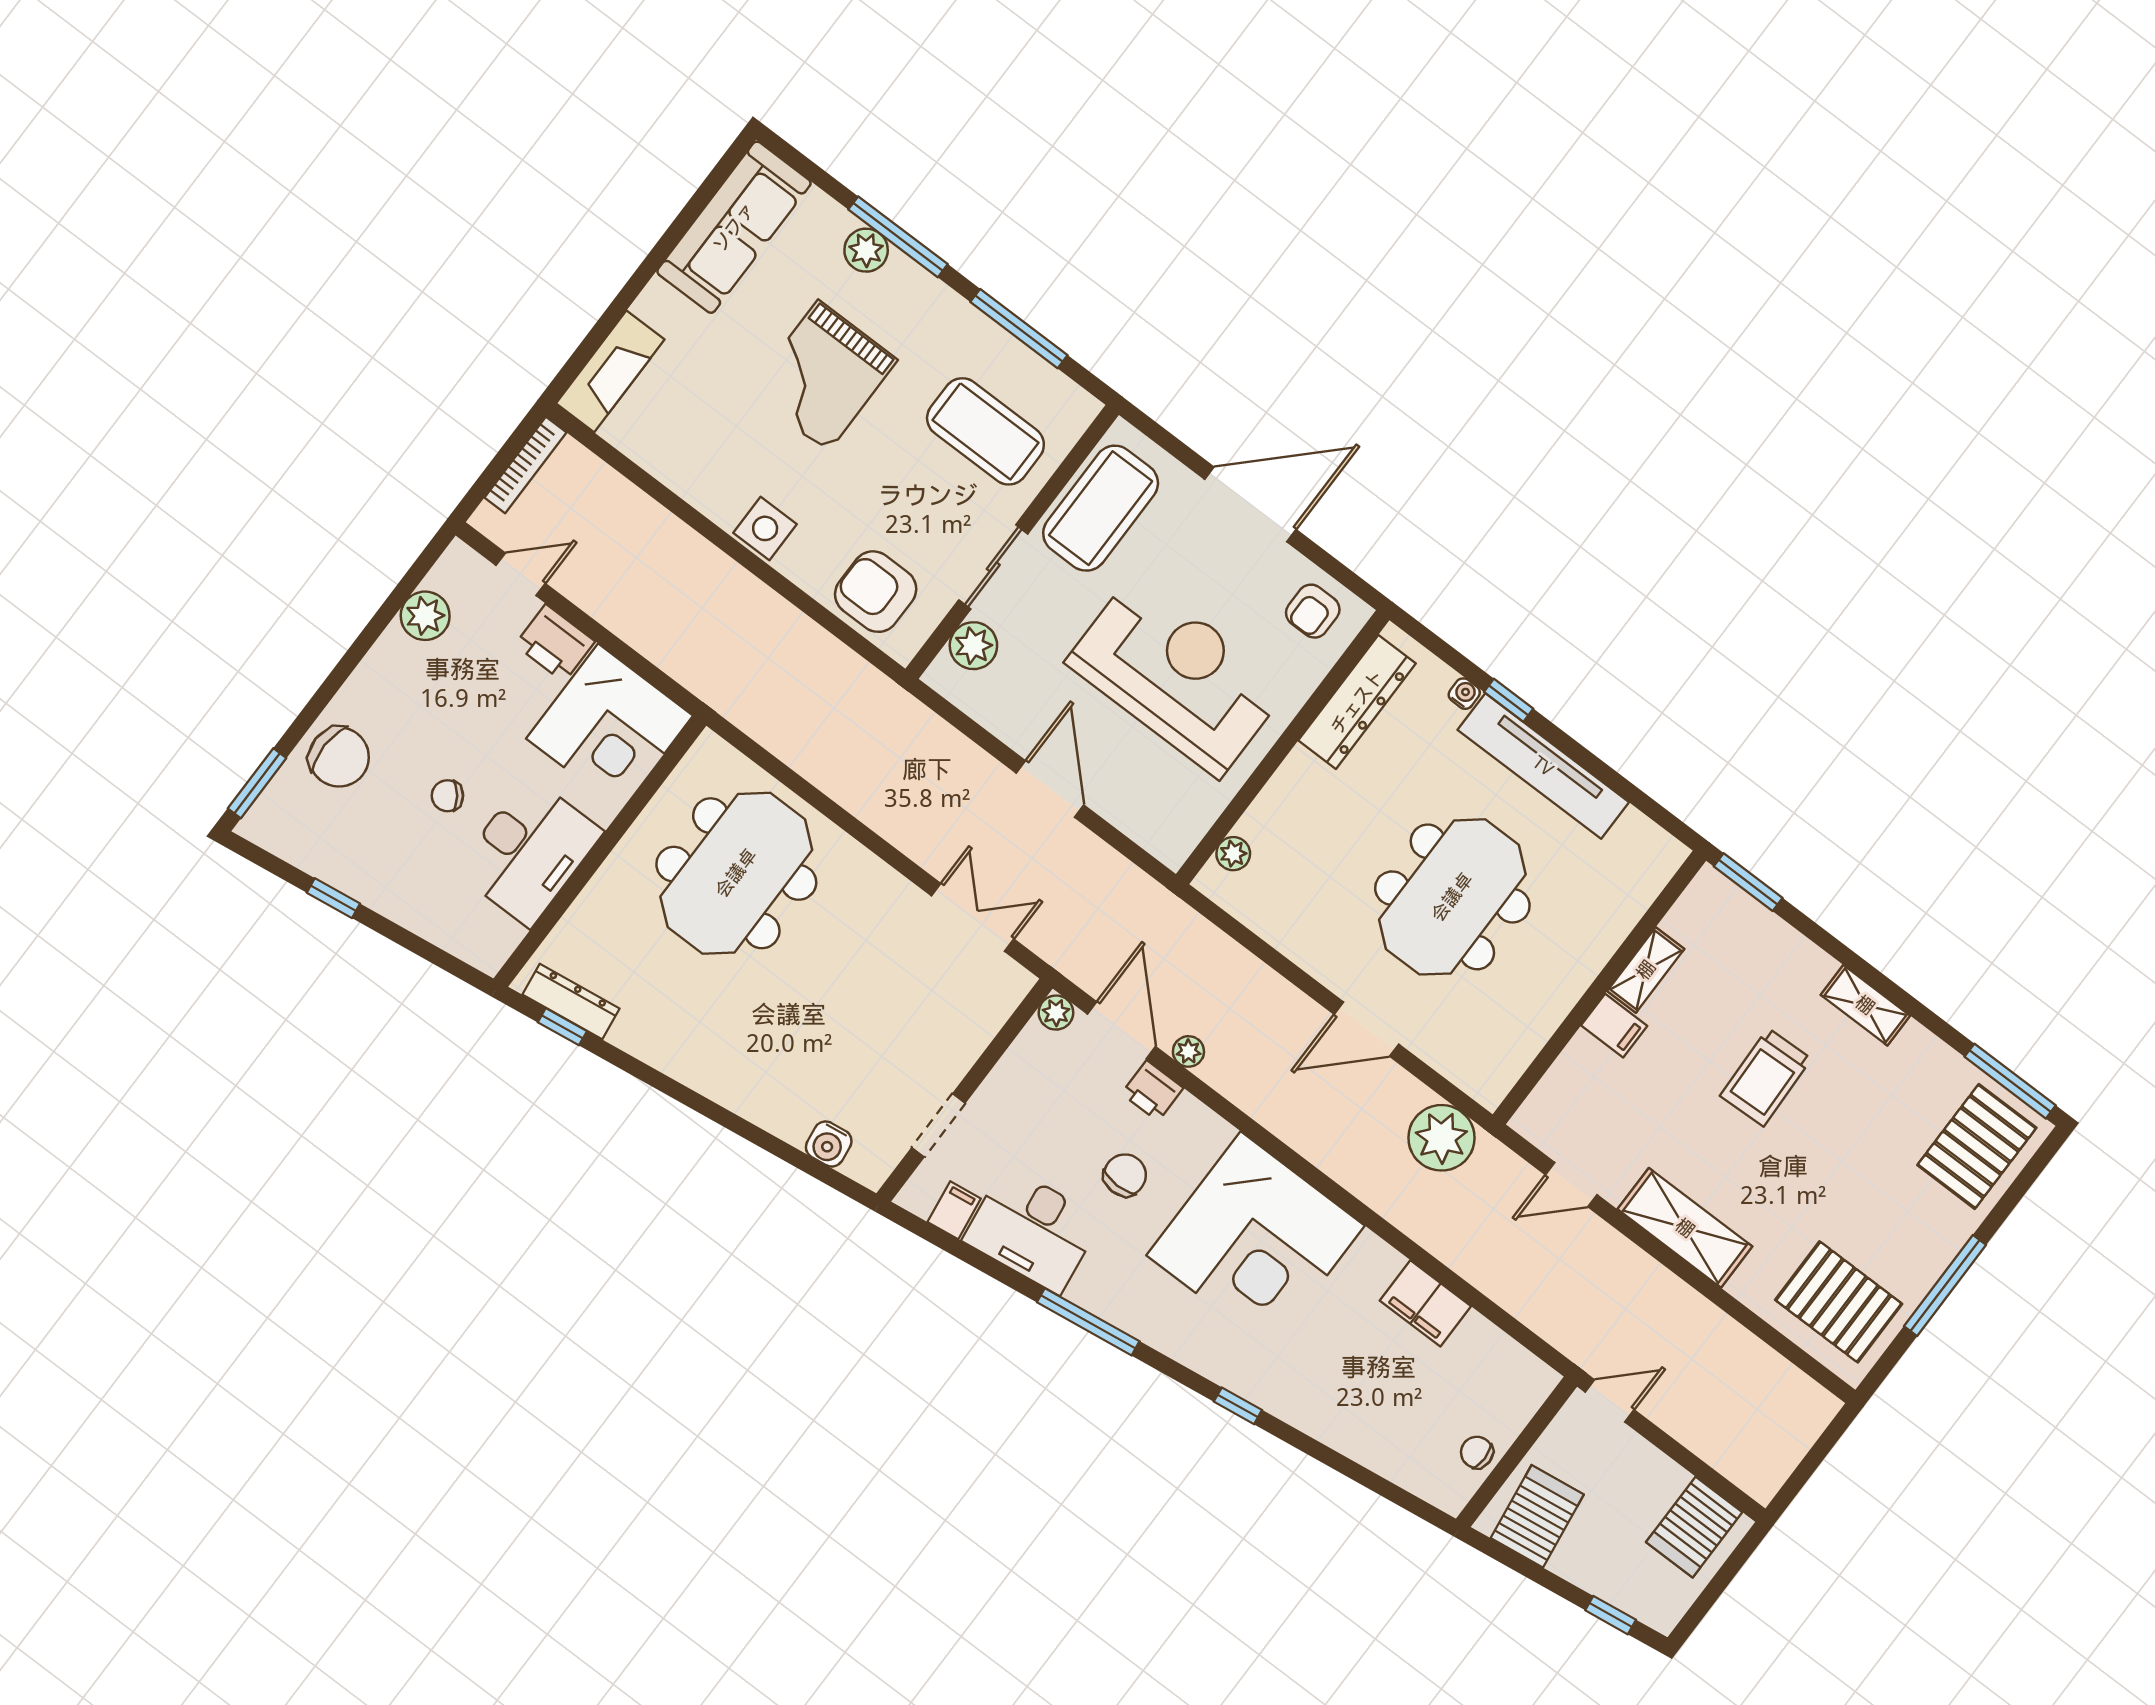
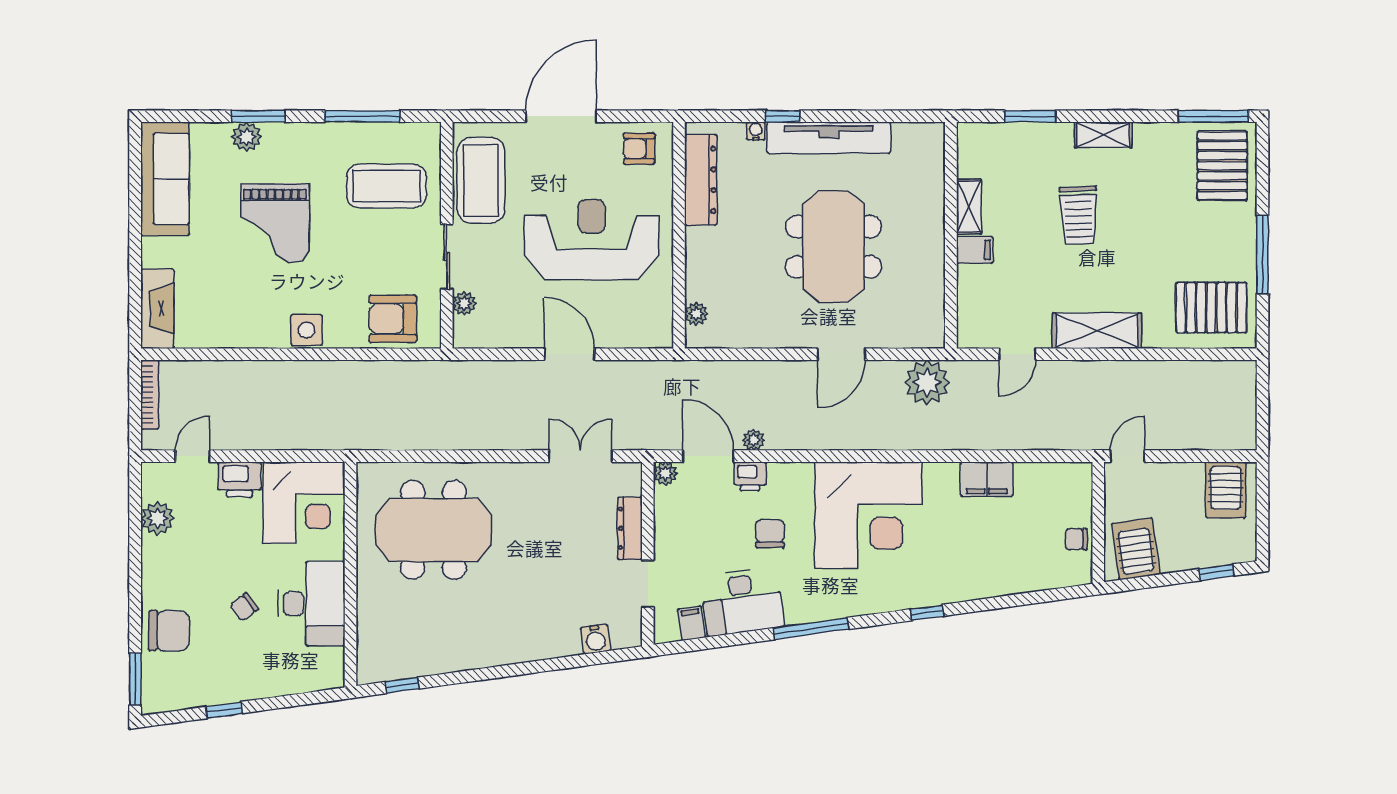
window: (898, 237) -> (258, 116), width x0.69
armchair: (1313, 611) -> (639, 149), turned 90
plant: (973, 646) -> (464, 303), width x0.73, depth x0.73
meeting table: (736, 873) -> (433, 530), turned 90
window: (1748, 882) -> (1030, 116), moved
dresser: (571, 1001) -> (630, 528), moved, turned -82

